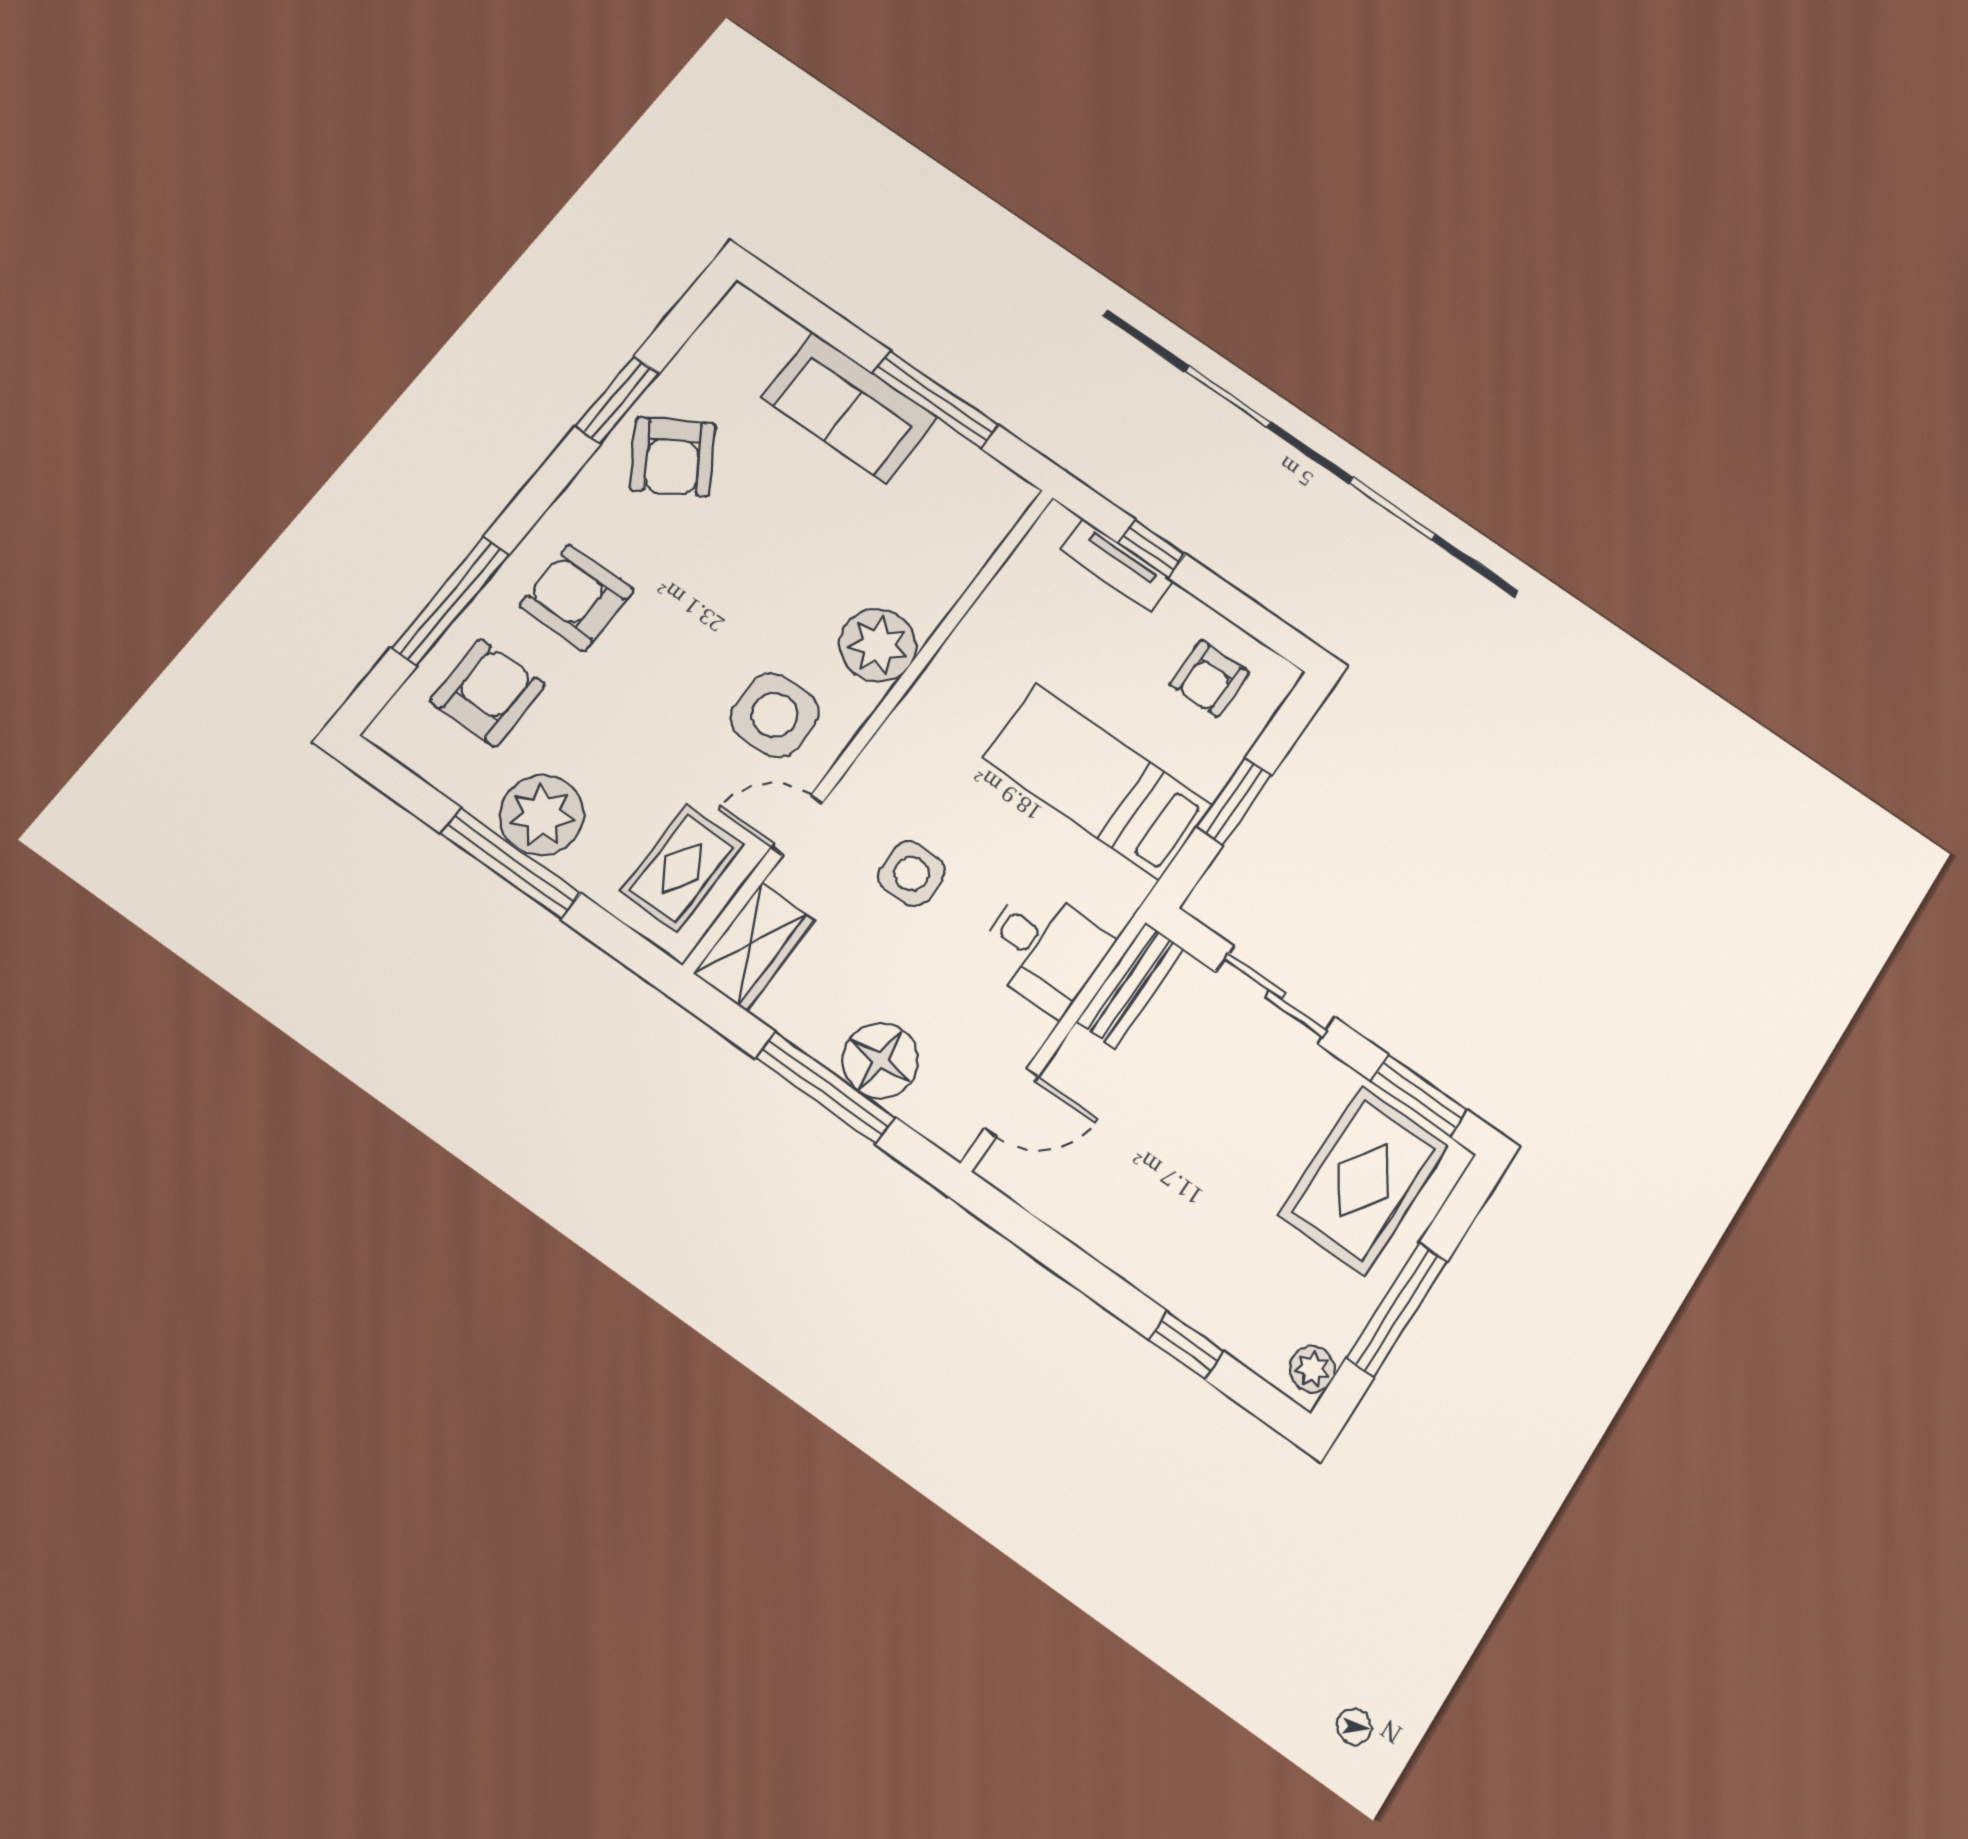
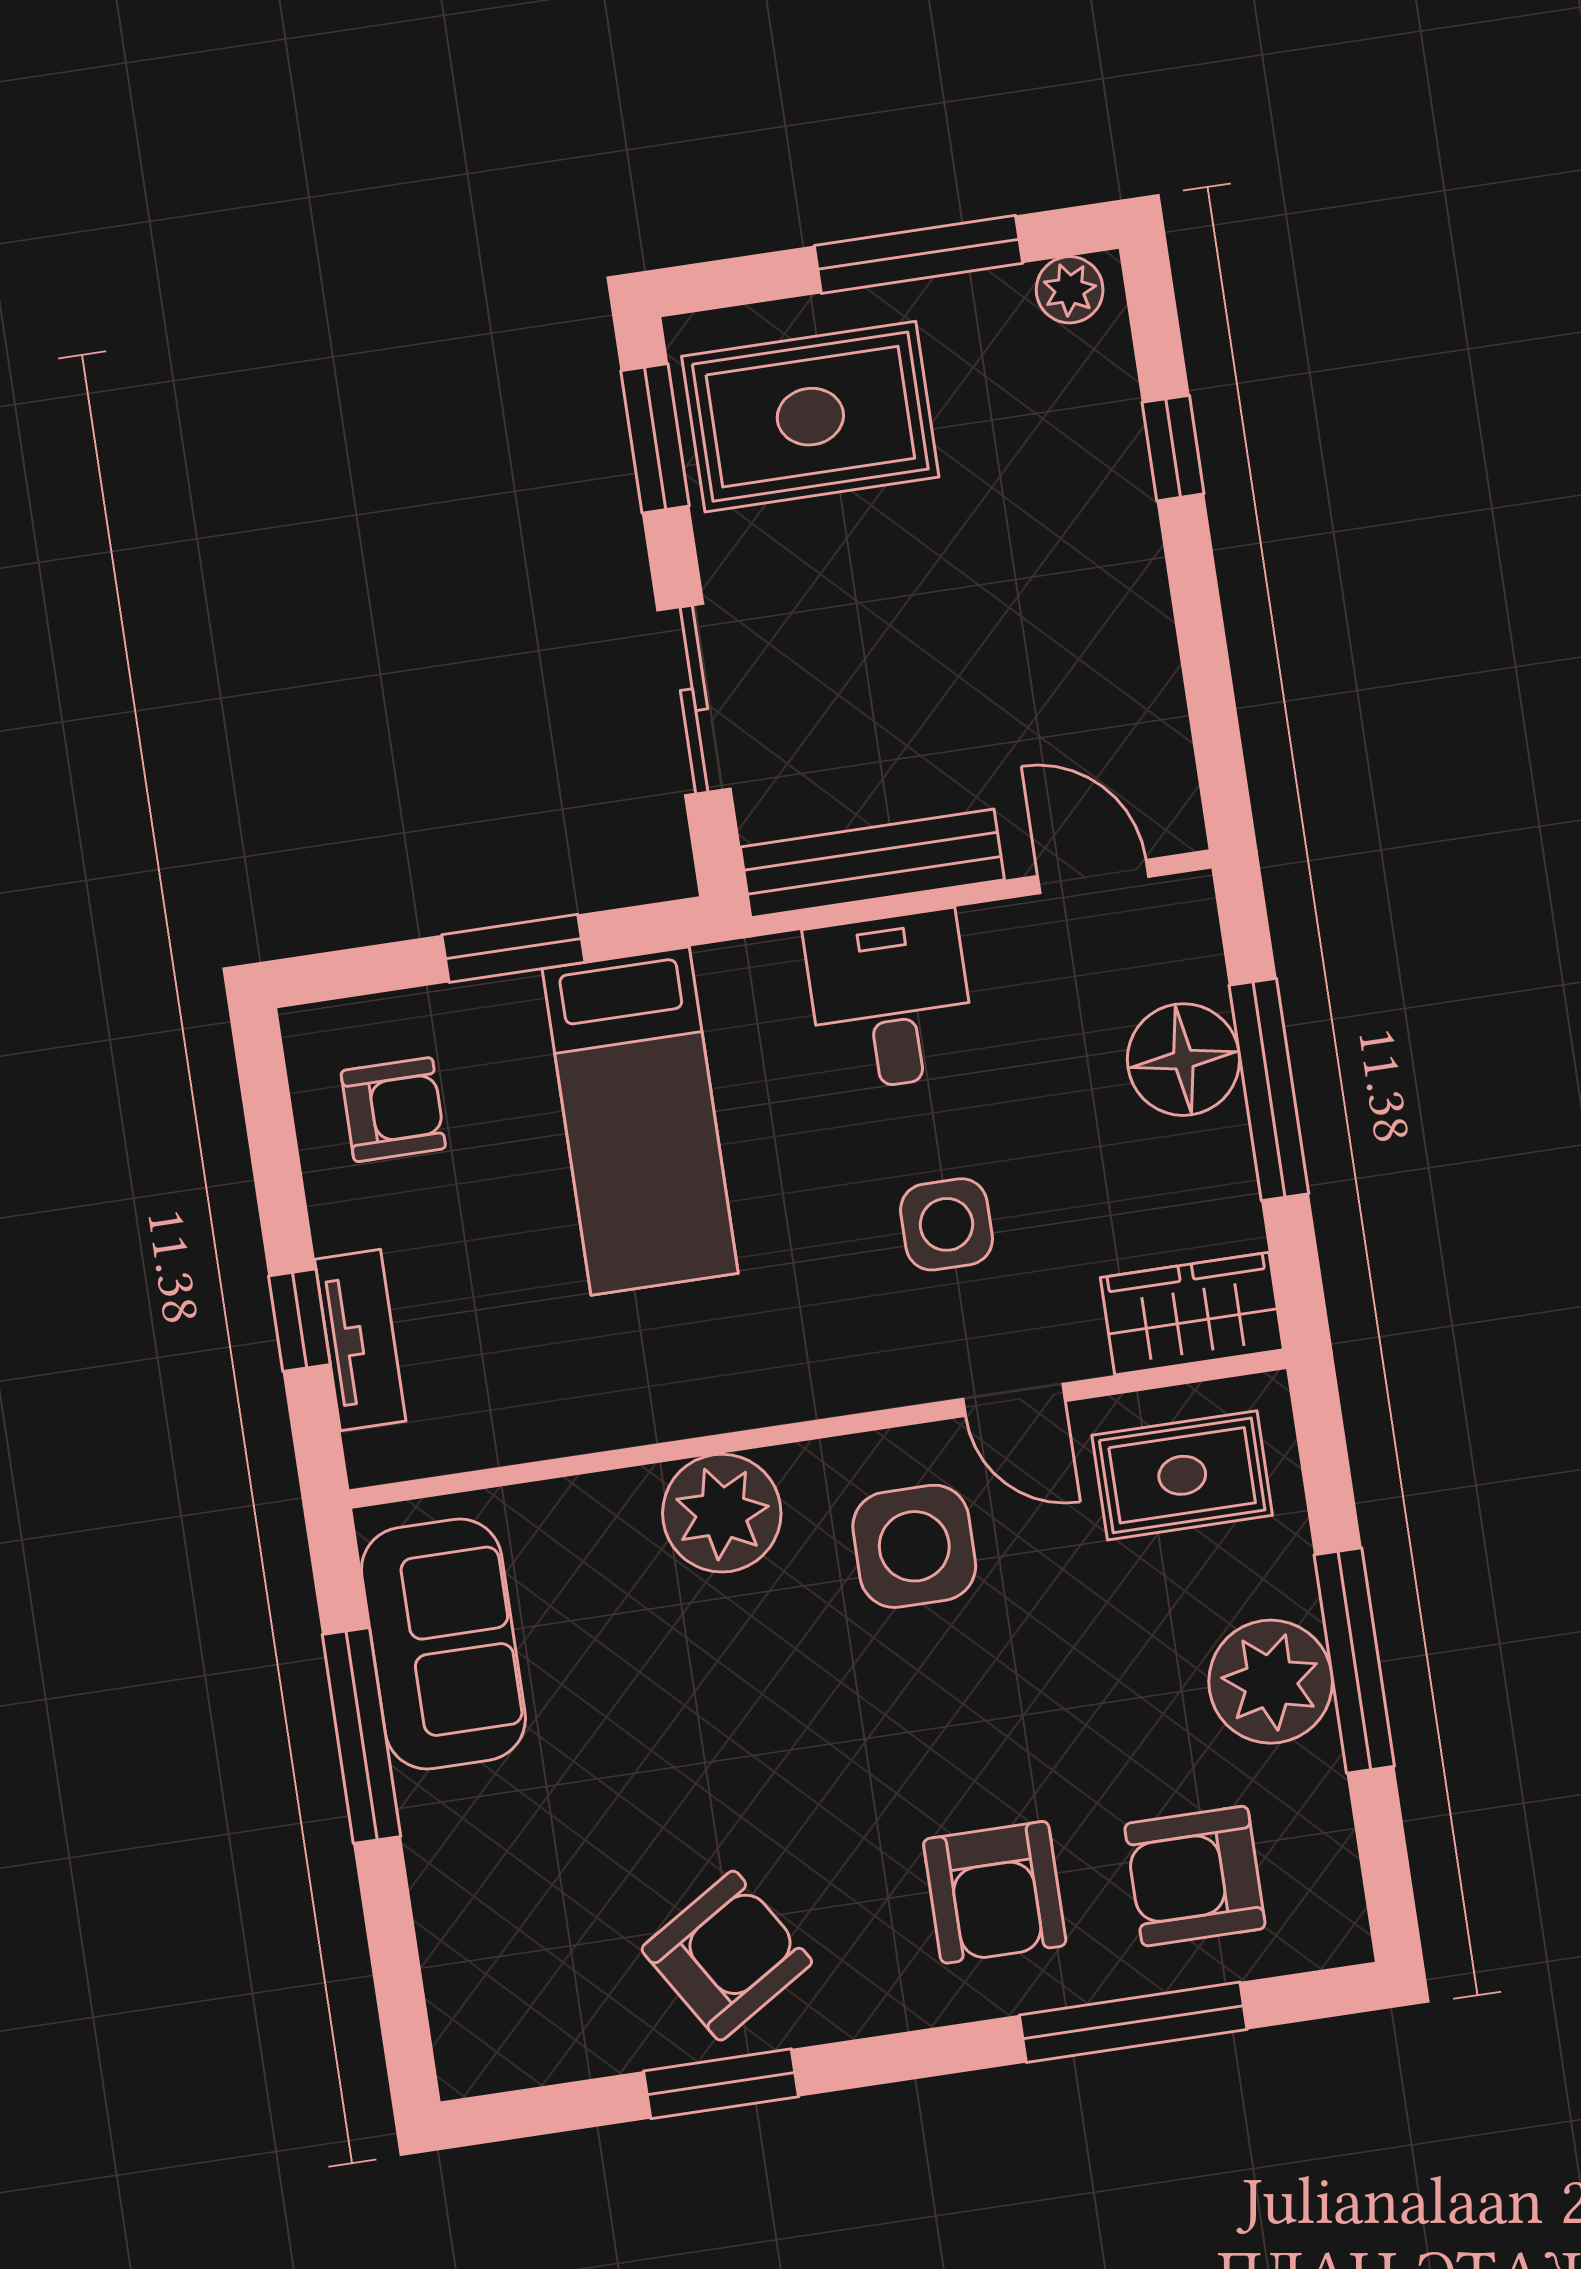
sofa: (849, 407) -> (443, 1644), moved
bench: (1130, 985) -> (872, 863), width x1.36

